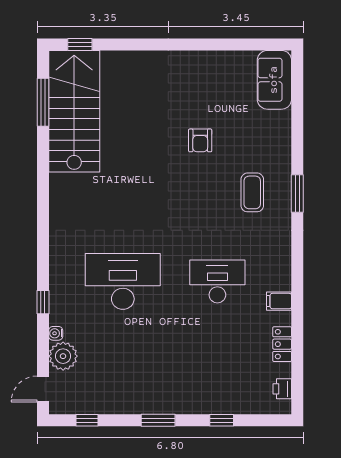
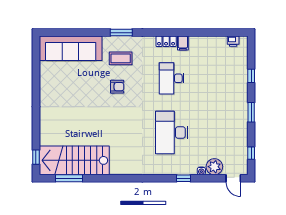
sofa: (274, 80) -> (71, 48), width x1.85, depth x1.27
armchair: (200, 140) -> (117, 87), moved
locker: (282, 344) -> (166, 41), moved

